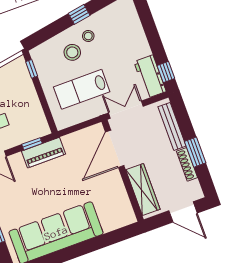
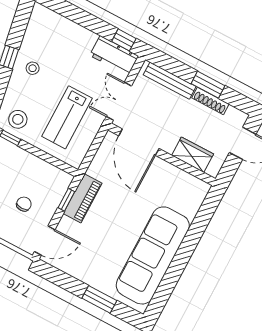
stool: (72, 52) -> (18, 119), moved
wardrobe: (143, 190) -> (193, 155), width x0.67

